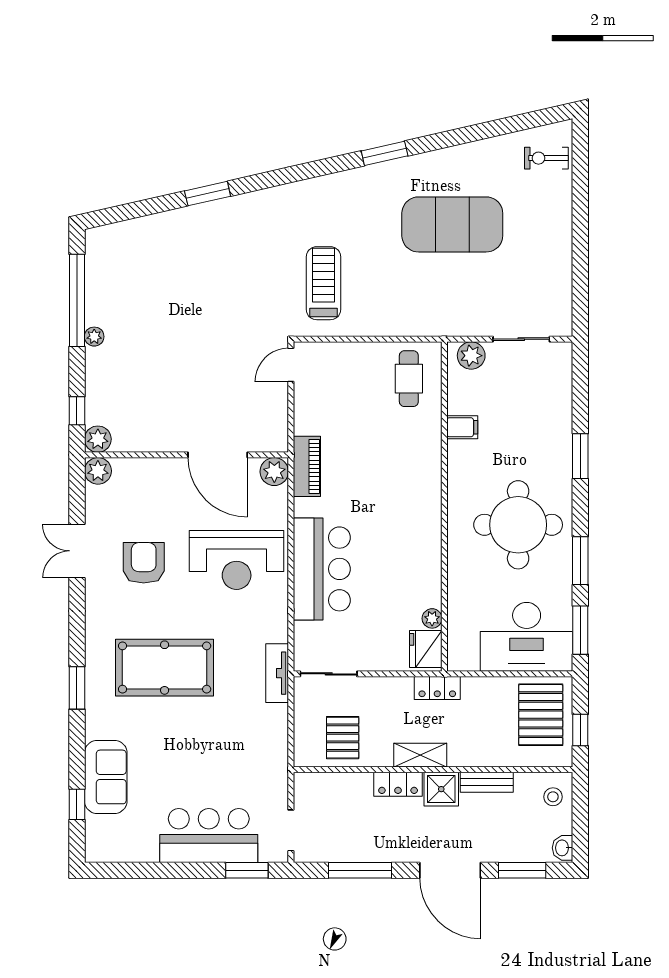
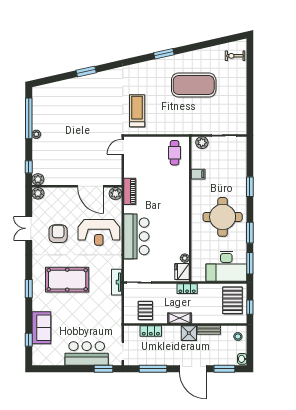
locker: (398, 784) -> (151, 331), moved

